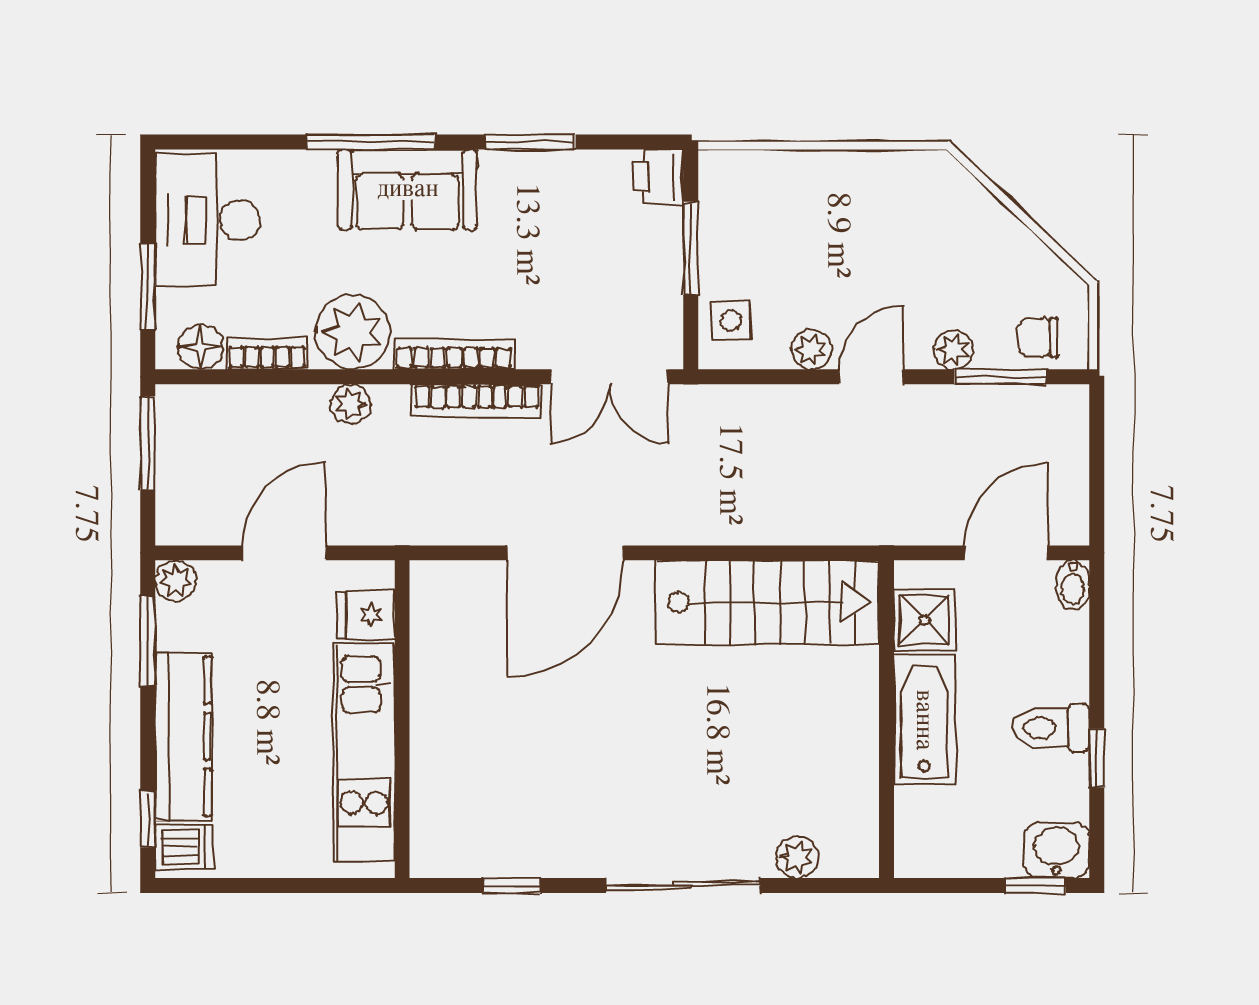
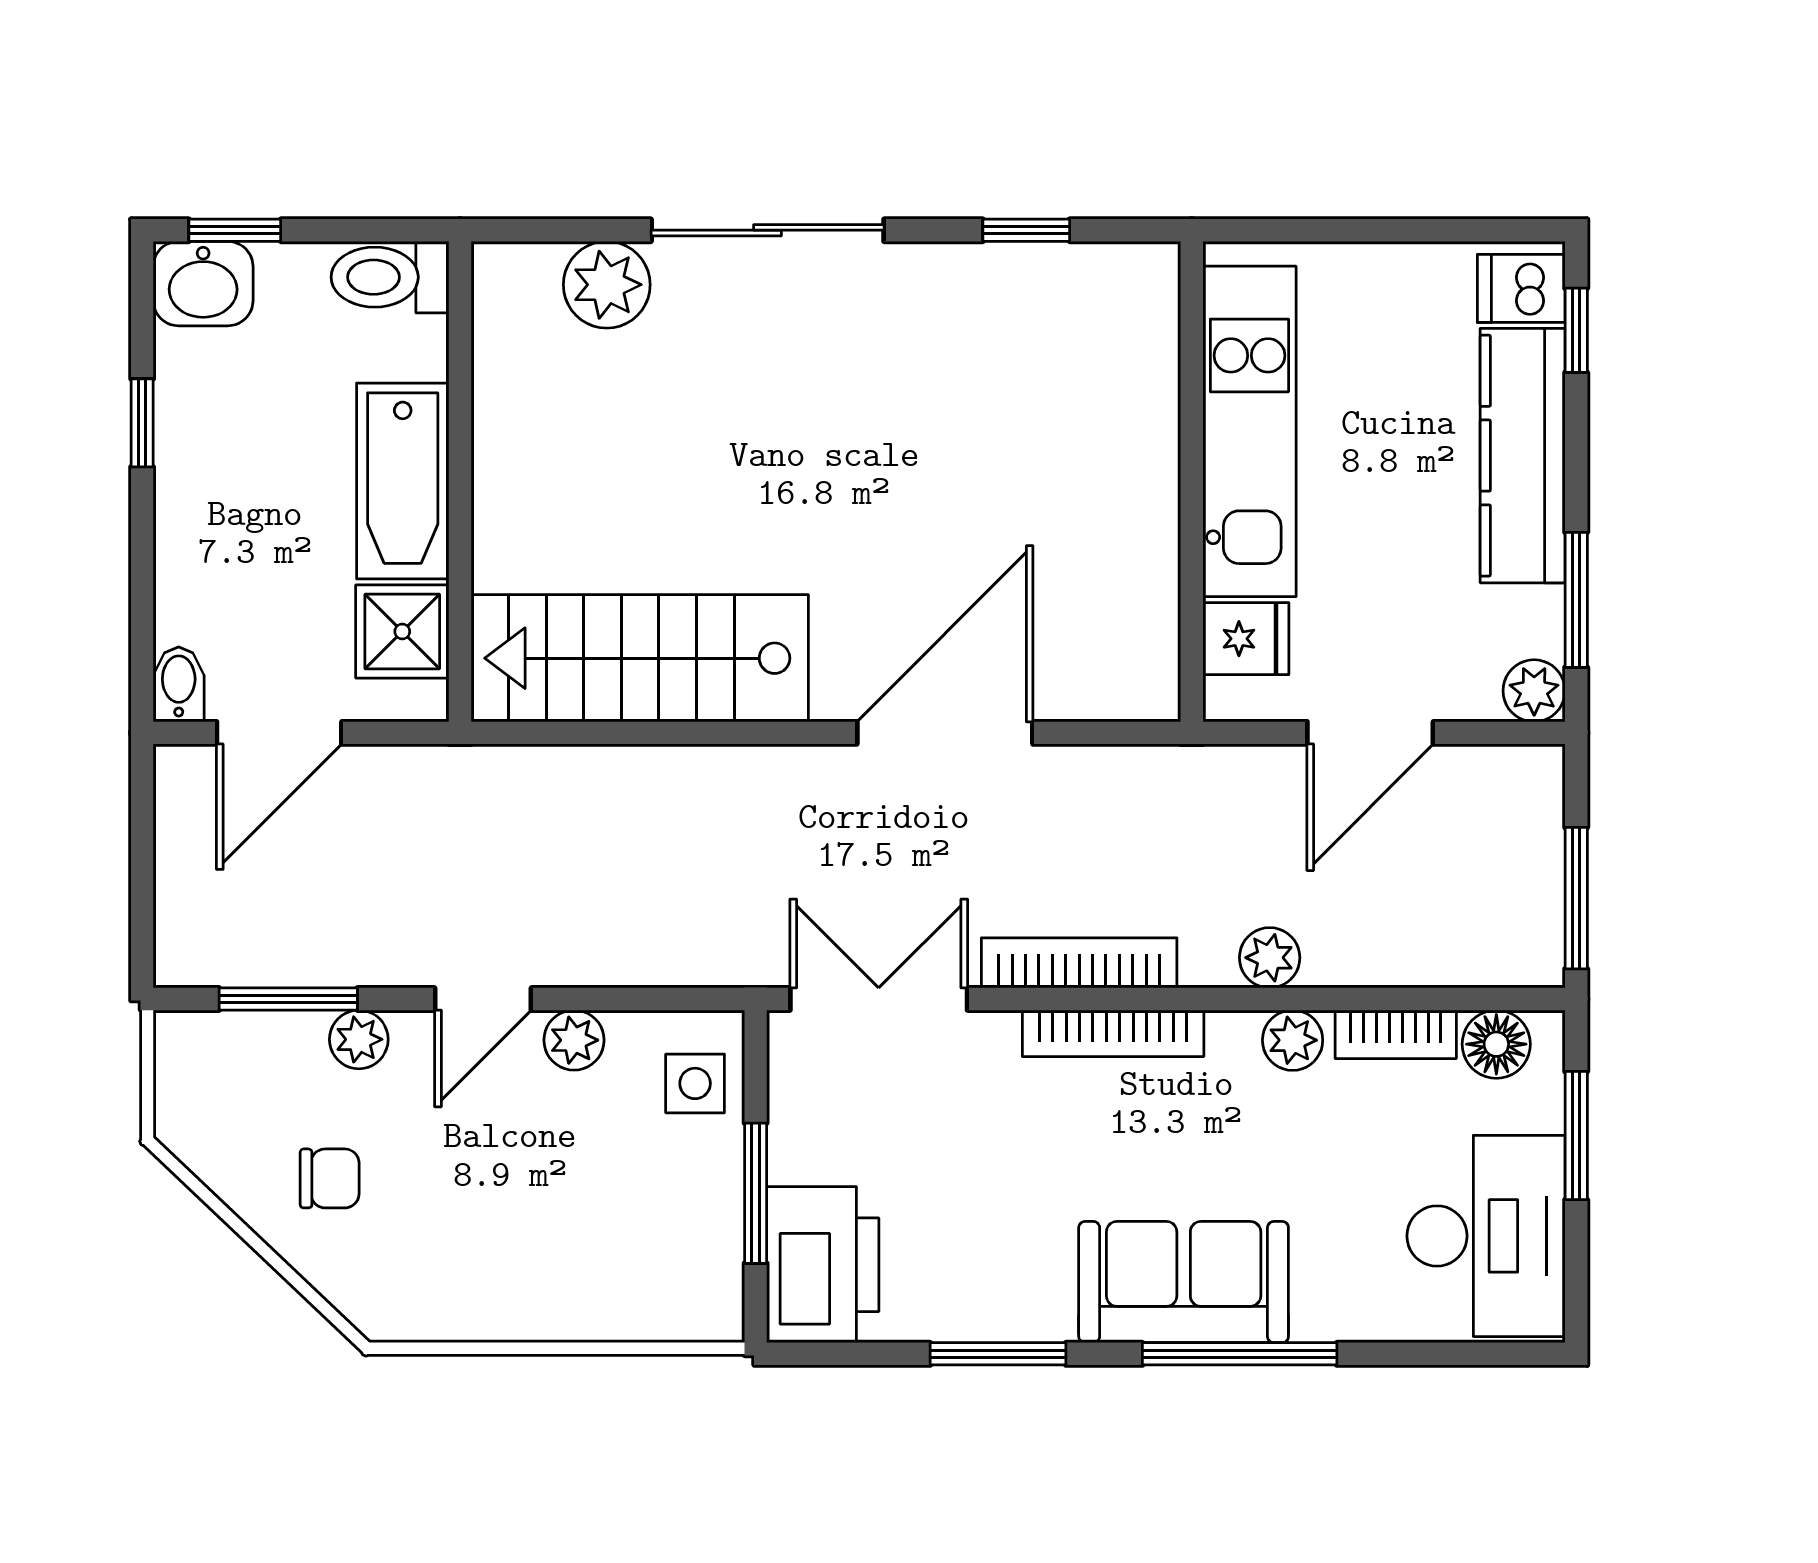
printer: (658, 177) -> (823, 1265), width x1.87, depth x1.48
plant: (353, 332) -> (1293, 1040), width x0.53, depth x0.53
chair: (1038, 338) -> (330, 1178), moved
toilet: (1050, 728) -> (390, 277), moved, turned 180
plant: (797, 857) -> (607, 285), width x1.38, depth x1.38

